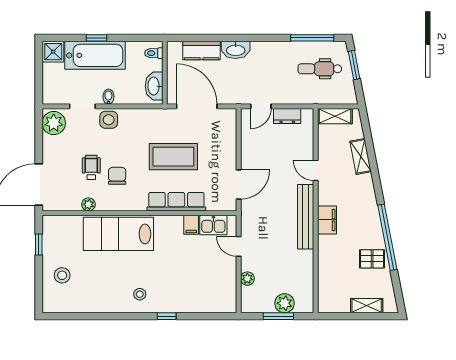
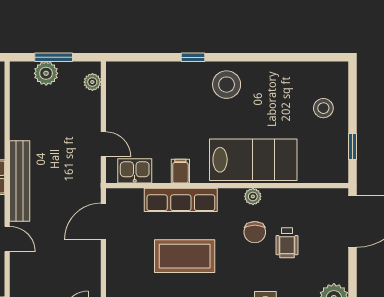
plant: (88, 204) -> (253, 196), moved
filing cabinet: (191, 225) -> (180, 171), moved
plant: (247, 279) -> (92, 82), moved
stool: (140, 294) -> (227, 85), width x1.89, depth x1.89

